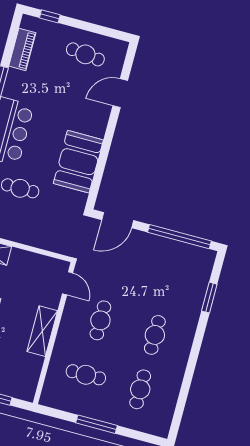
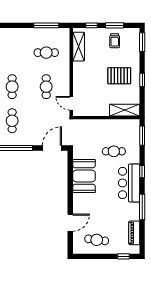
shelving: (42, 331) -> (79, 47), moved
cafe table: (140, 389) -> (12, 121), moved
window: (96, 424) -> (46, 25), moved

